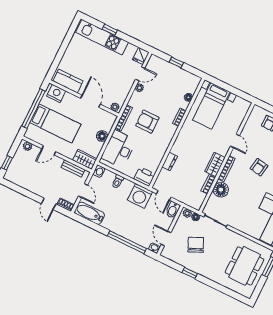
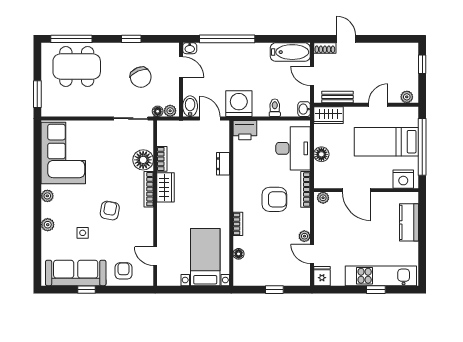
door: (140, 74) -> (312, 254), hinge flipped
kitchen counter: (68, 81) -> (409, 222), moved, turned 90
door: (235, 141) -> (155, 256), moved
dining table: (244, 266) -> (77, 66), moved, turned 90
window: (229, 292) -> (71, 39), added

